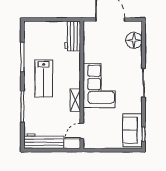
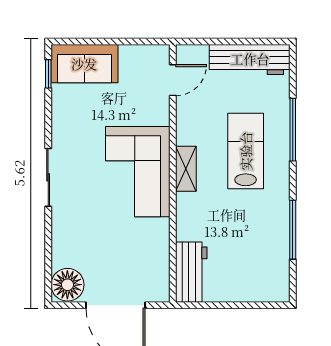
floor lamp: (134, 40) -> (67, 285), moved
lab bench: (44, 78) -> (246, 151), moved
shelving: (75, 100) -> (186, 169), moved
sofa: (132, 130) -> (84, 64), moved, turned 90

